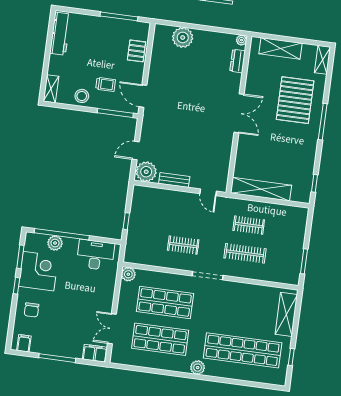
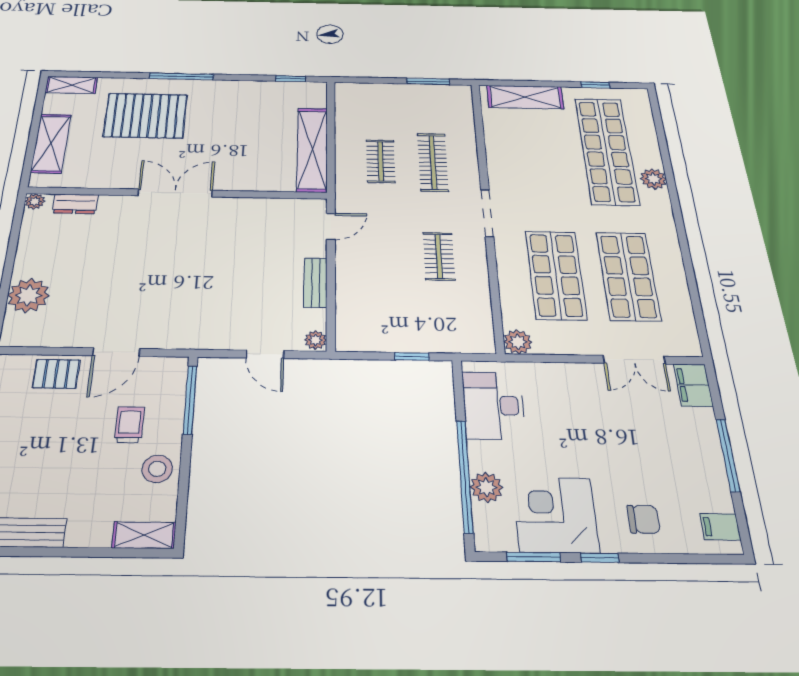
door: (143, 96) -> (116, 352), moved
plant: (146, 172) -> (316, 340), width x0.53, depth x0.53
plant: (198, 368) -> (653, 179), moved

